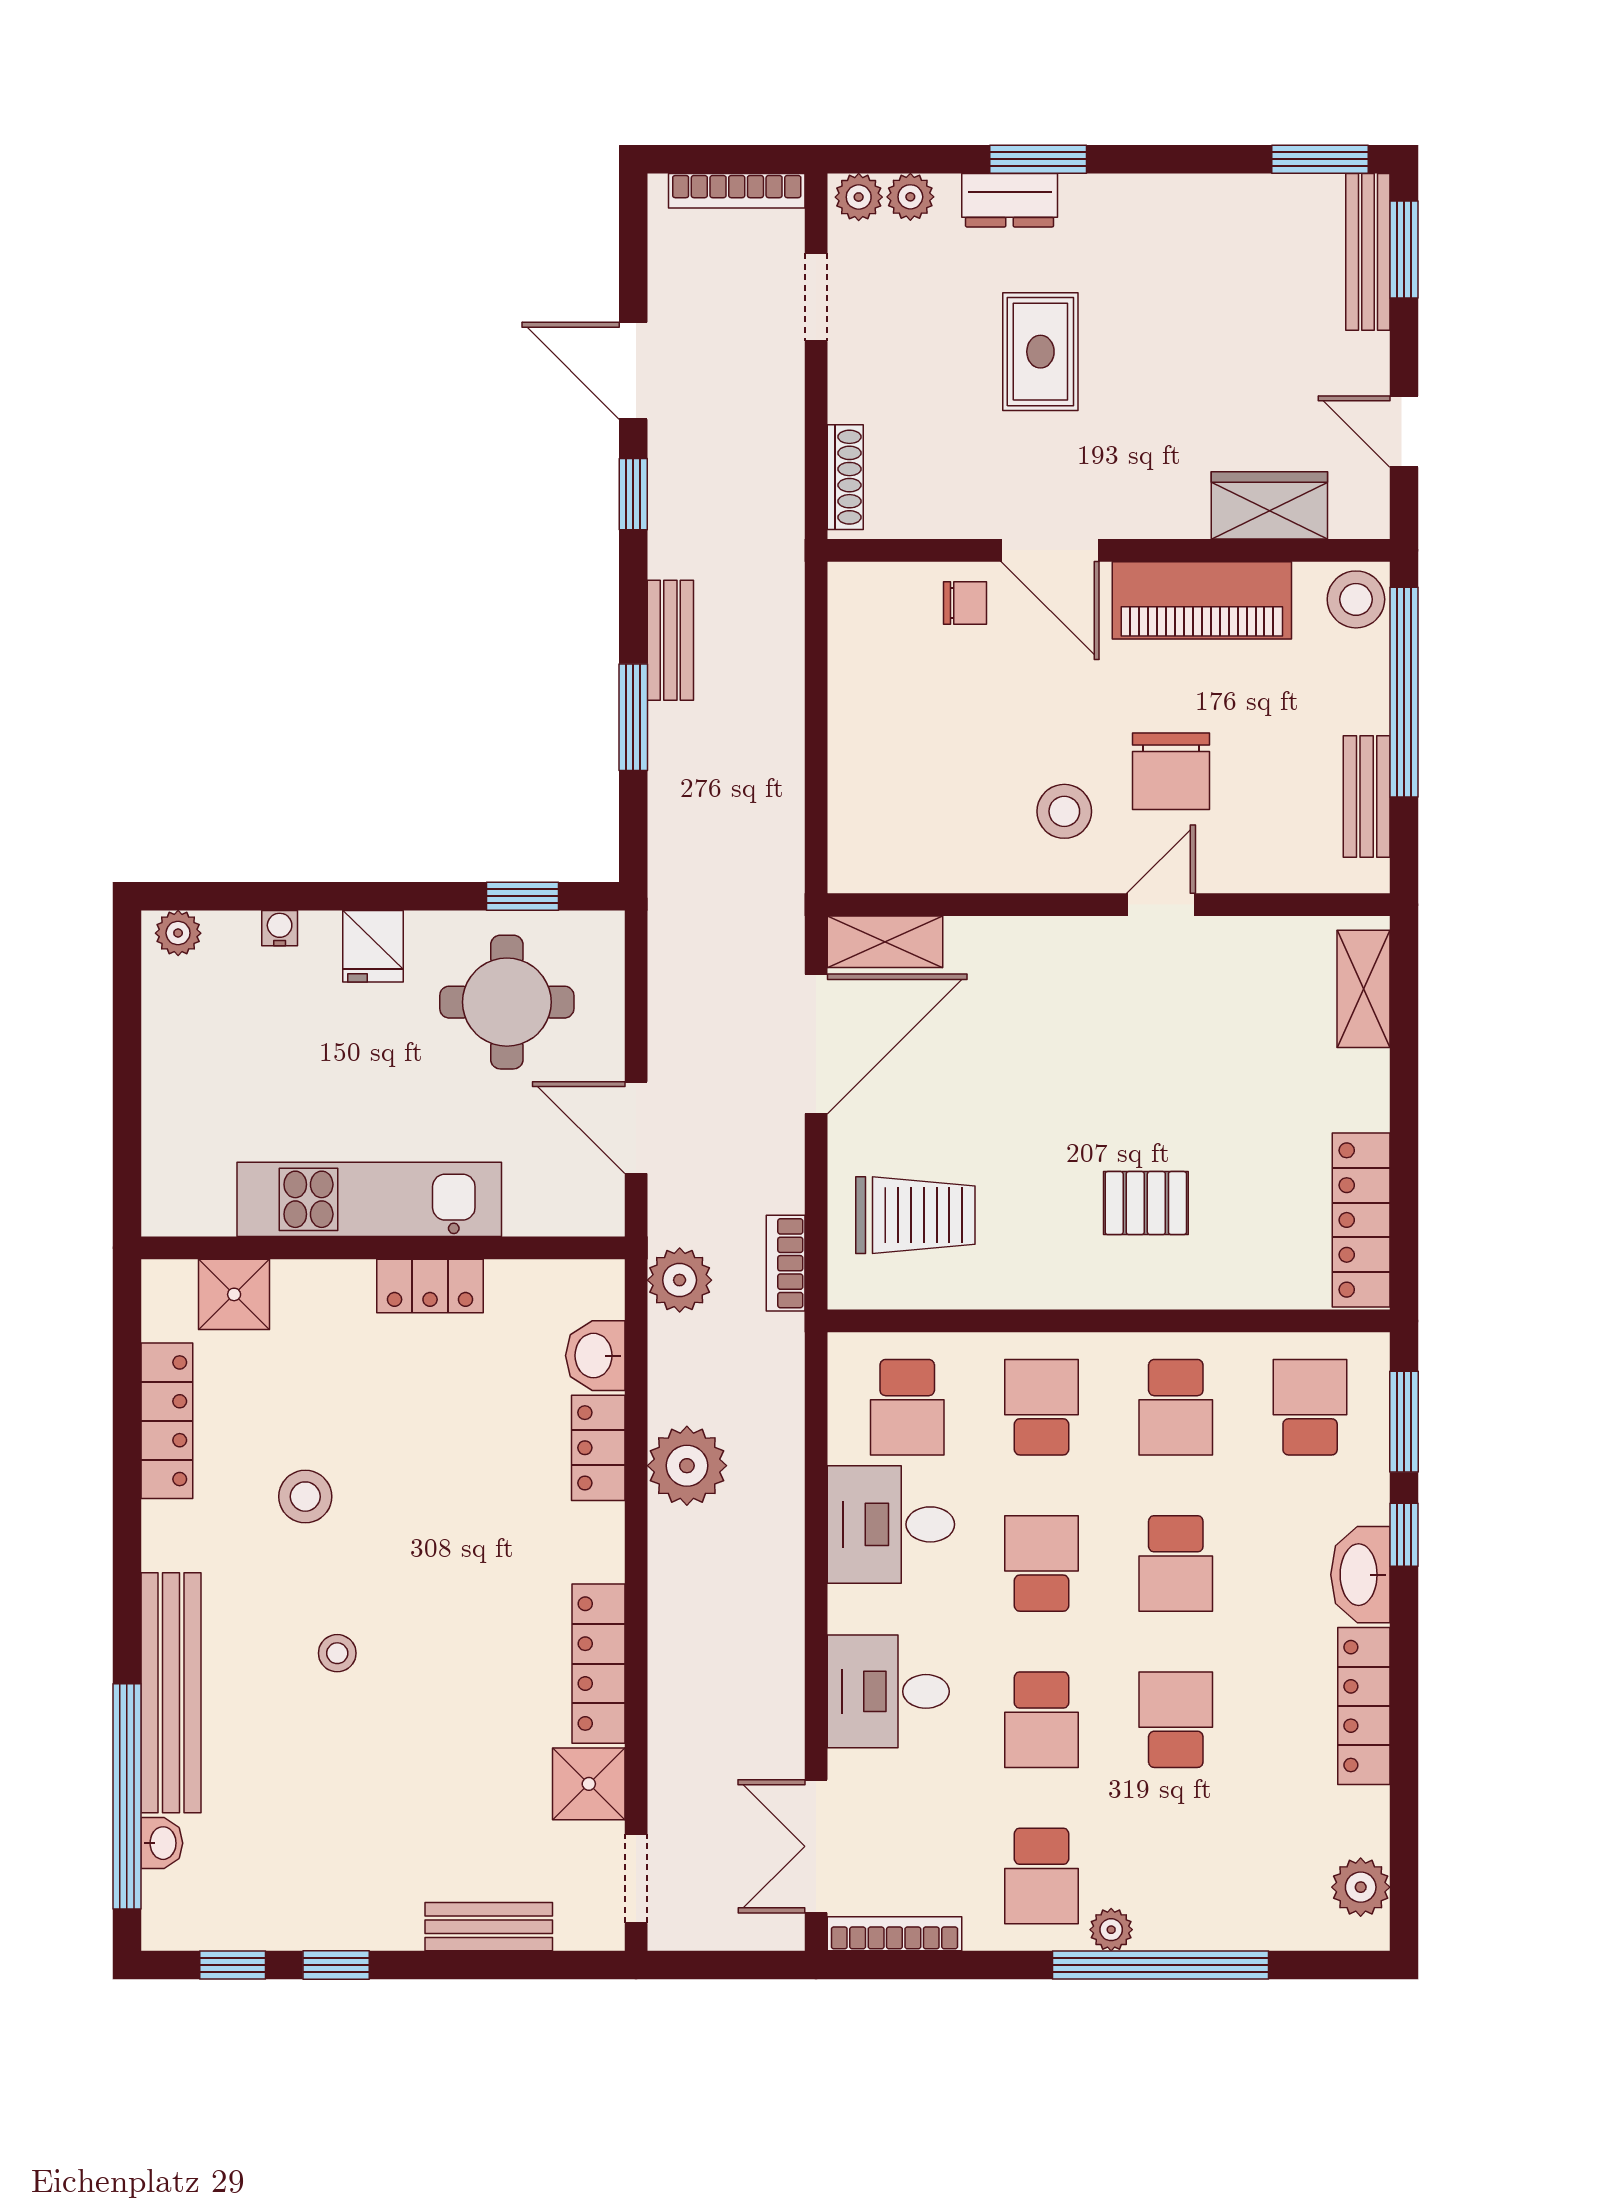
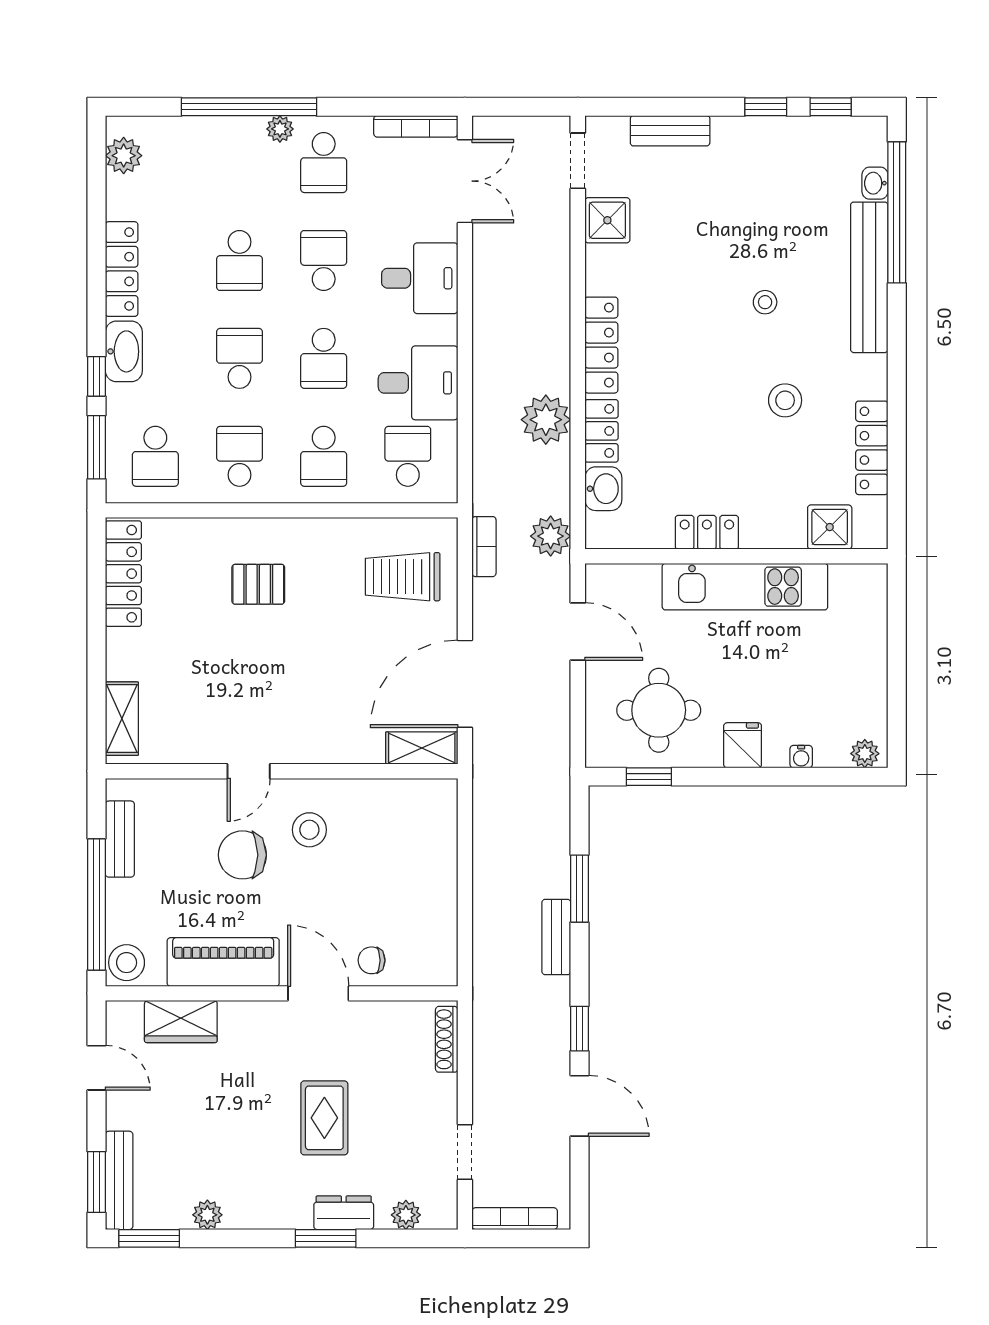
plant: (859, 197) -> (207, 1215), moved
chair: (1171, 771) -> (242, 855), turned -90
locker: (598, 1664) -> (601, 345), moved
school desk: (1041, 1876) -> (324, 163), turned 180

